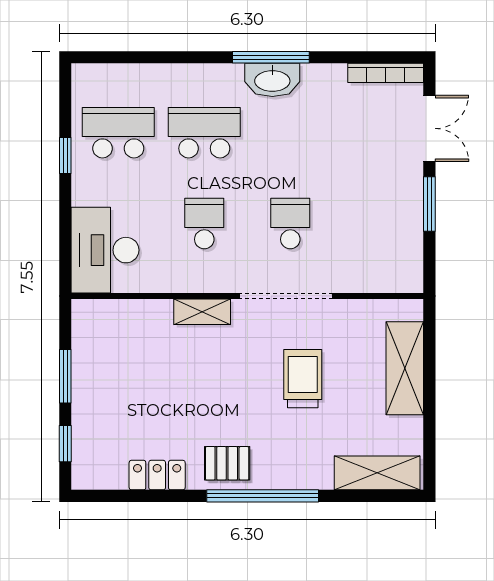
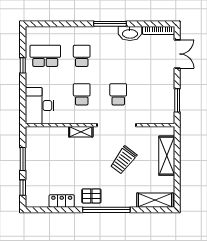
washbasin: (272, 80) -> (130, 33), moved
school desk: (204, 133) -> (82, 56), width x0.54
window: (429, 204) -> (177, 100), moved
trolley: (303, 379) -> (123, 160), turned -143

